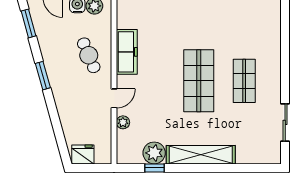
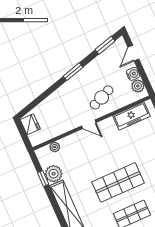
freezer: (127, 52) -> (132, 116), moved
door: (114, 98) -> (89, 124), moved
plant: (123, 122) -> (55, 147), moved

